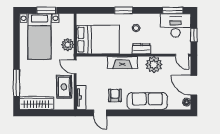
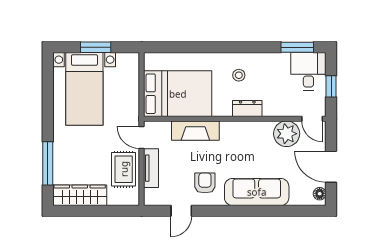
window: (124, 10) -> (219, 47), removed
desk: (176, 26) -> (308, 71), width x0.73
plant: (68, 45) -> (130, 102), removed
fireplace: (122, 63) -> (195, 131), moved
plant: (154, 65) -> (287, 134), moved
tv unit: (81, 97) -> (151, 168), moved
door: (100, 113) -> (181, 211), hinge flipped

